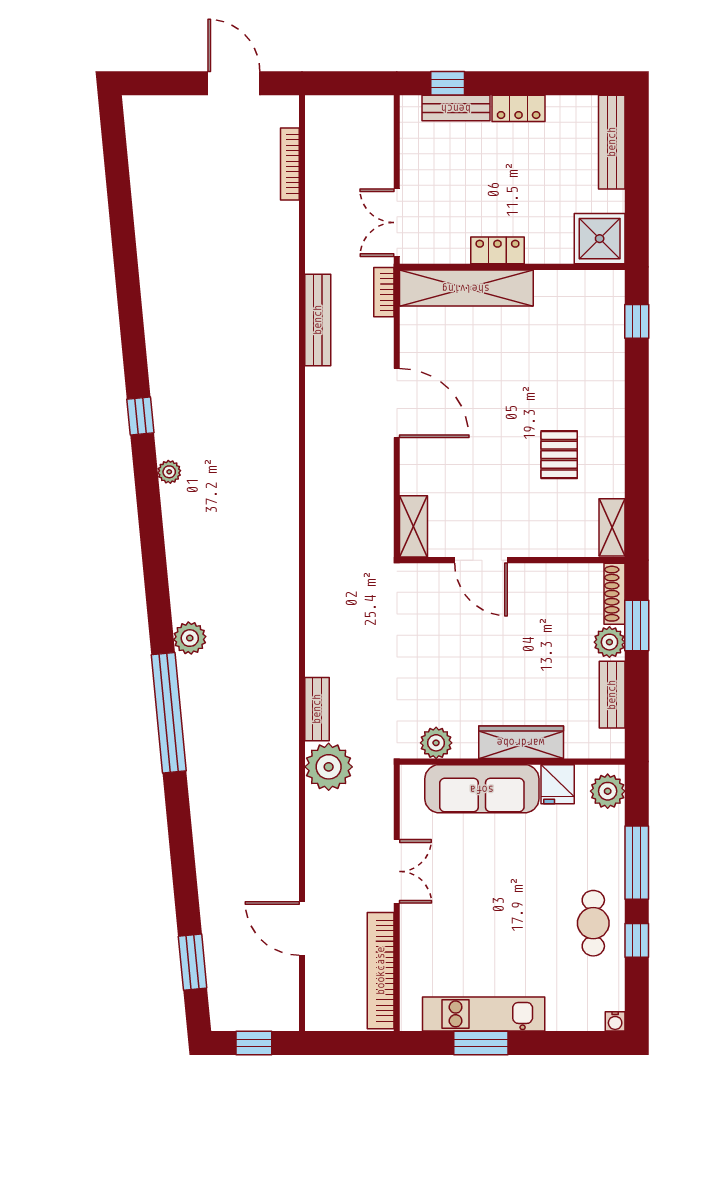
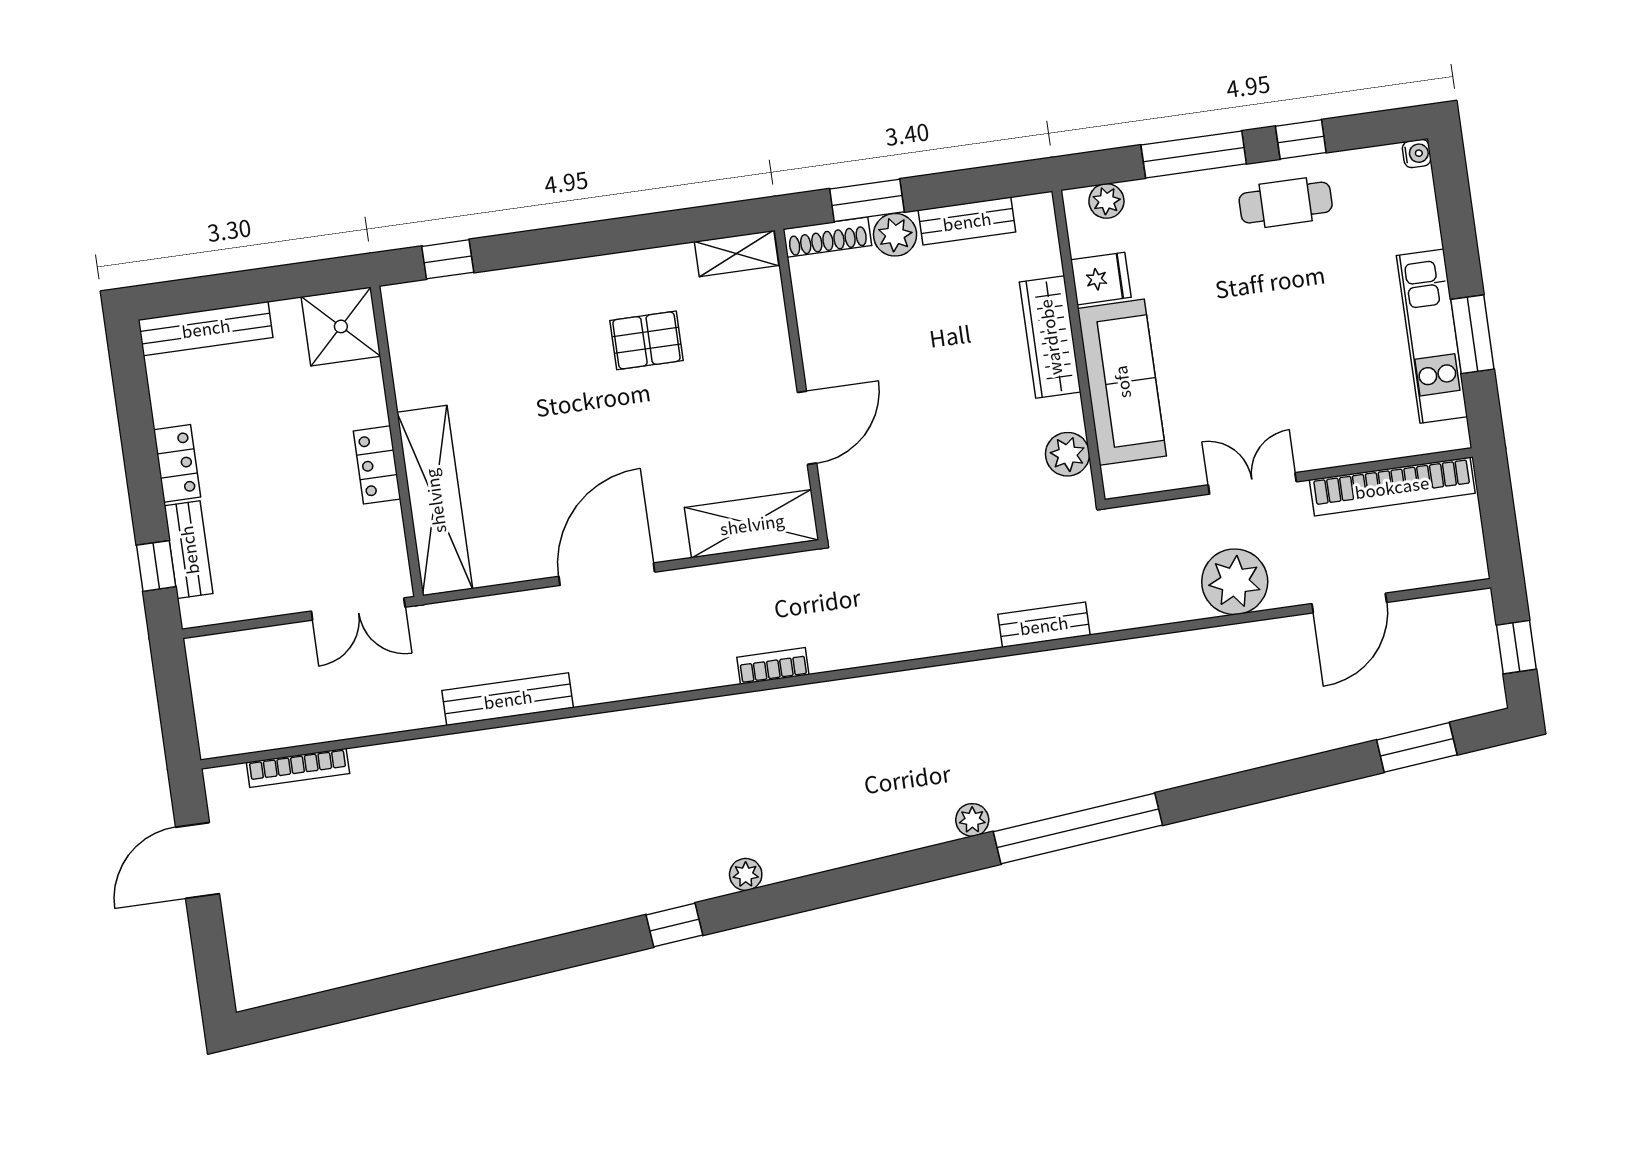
bookcase: (384, 292) -> (773, 666), moved, turned 180
shelving: (414, 526) -> (752, 524), width x1.50, depth x1.33
plant: (190, 638) -> (972, 820), width x0.73, depth x0.73
plant: (329, 767) -> (1235, 582), moved
plant: (608, 791) -> (1106, 201), width x0.73, depth x0.73

